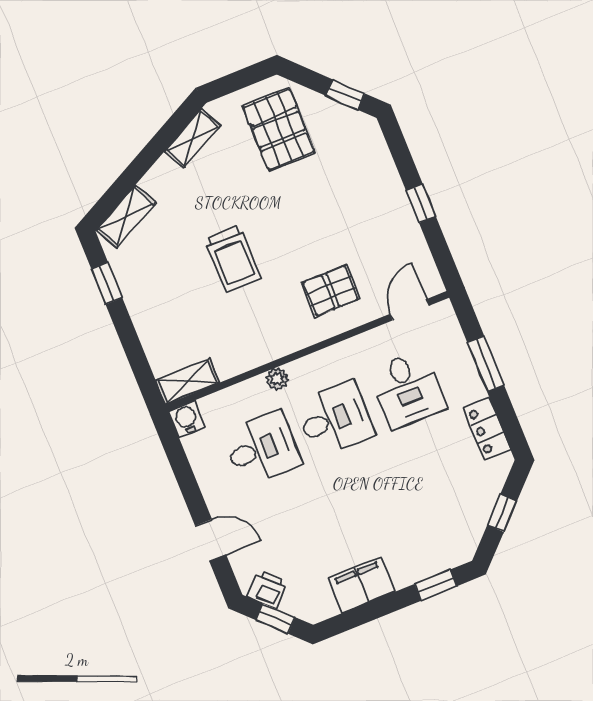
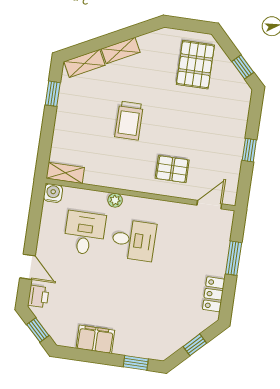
shelving: (192, 139) -> (121, 51), moved
desk: (408, 389) -> (183, 247), removed
desk: (262, 448) -> (85, 233), turned -90
printer: (267, 589) -> (38, 296), moved, turned 45

